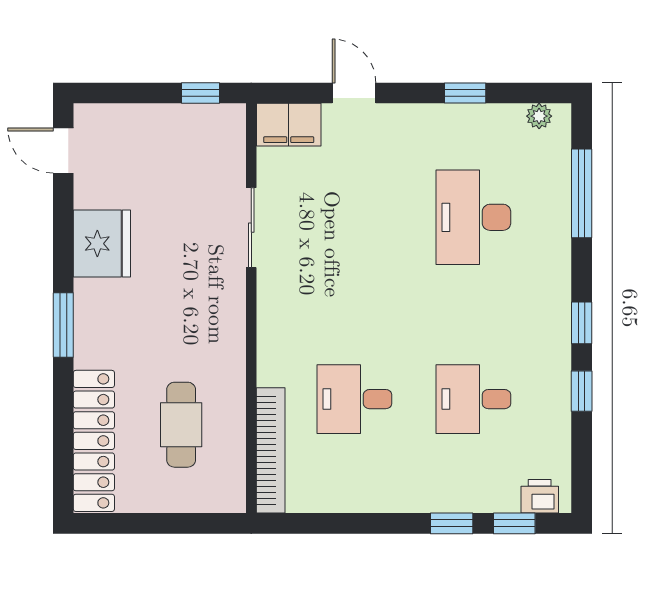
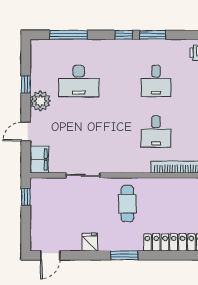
plant: (539, 116) -> (40, 101), moved, width x1.87, depth x1.87
fridge: (102, 244) -> (90, 242), width x0.53, depth x0.75
window: (582, 391) -> (153, 35), width x1.50
cafe table: (181, 425) -> (127, 204), moved, turned 90

